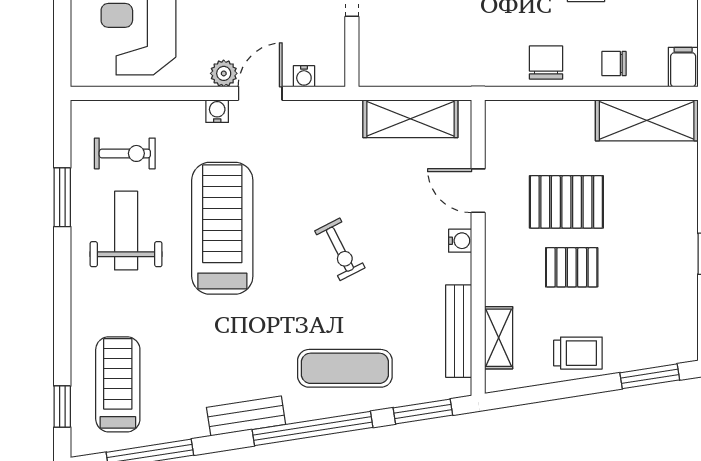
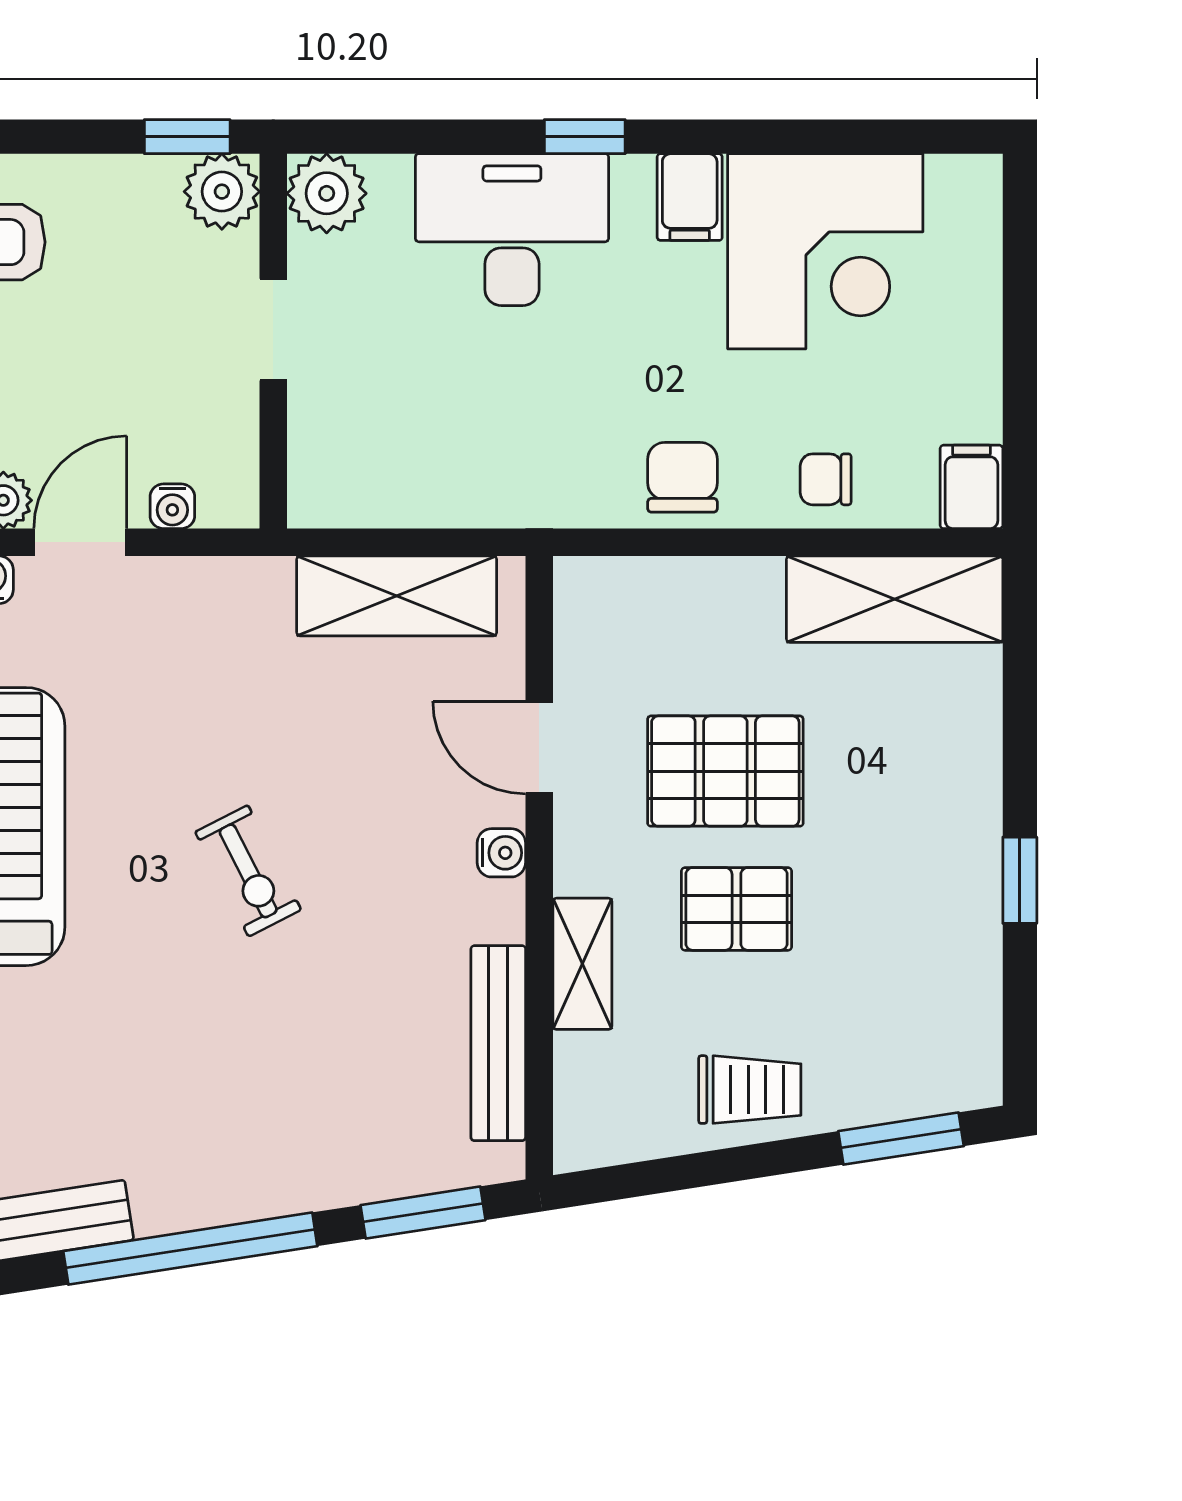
shelving: (499, 338) -> (582, 964), moved
exercise mat: (345, 368) -> (259, 1122), removed

